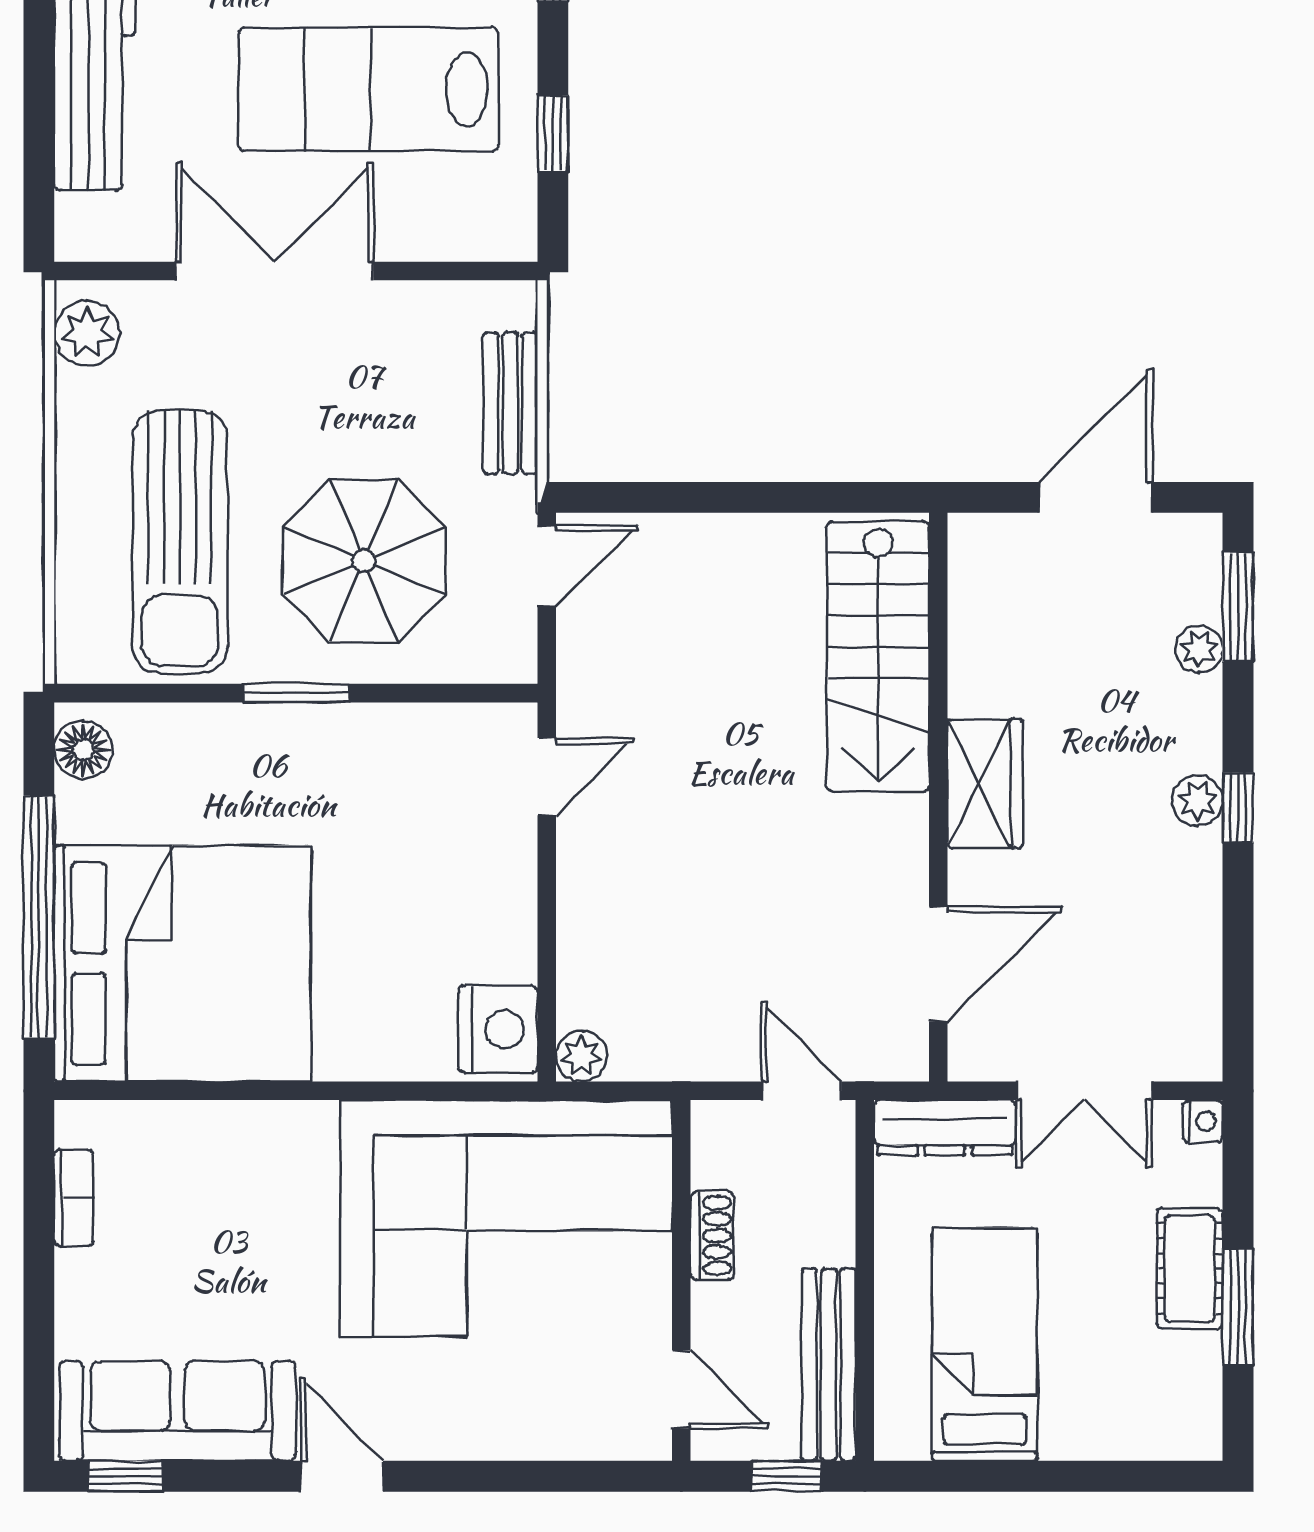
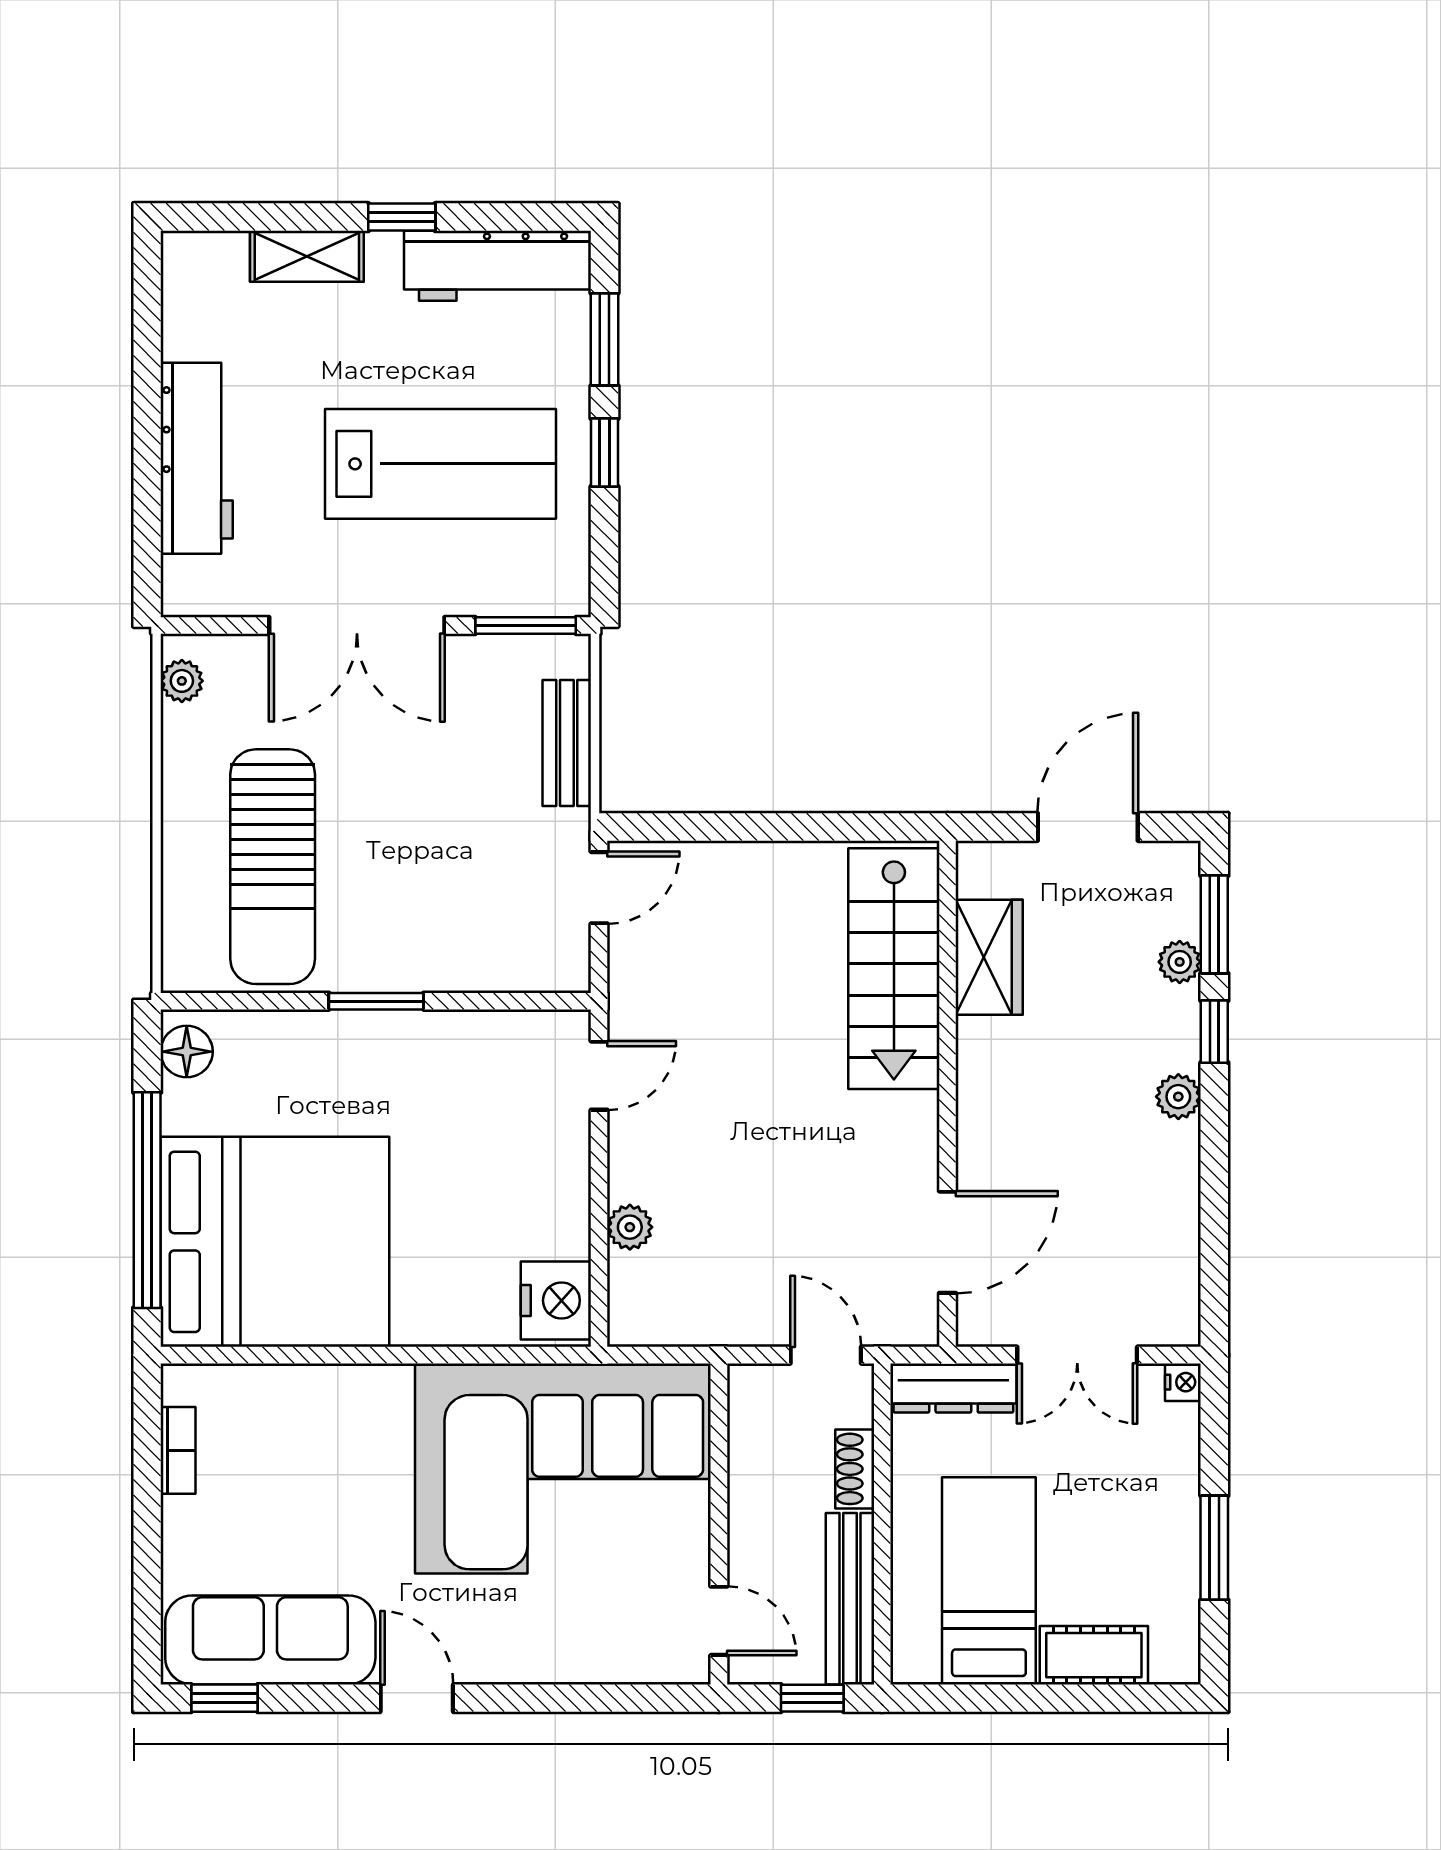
lab bench: (368, 89) -> (440, 464), turned 180
window: (553, 134) -> (604, 453), moved
double door: (275, 271) -> (357, 625), swing flipped
window: (464, 271) -> (526, 625), added
plant: (87, 333) -> (182, 681), width x0.73, depth x0.73
parasol: (364, 561) -> (436, 883), removed
wardrobe: (985, 784) -> (989, 957), moved
window: (1238, 808) -> (1214, 1032), moved
plant: (581, 1056) -> (630, 1227), moved
shoe rack: (712, 1236) -> (855, 1469), moved, turned 180
cot: (1190, 1268) -> (1094, 1655), moved, turned 90

